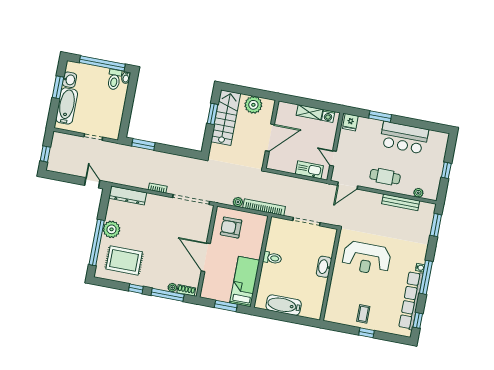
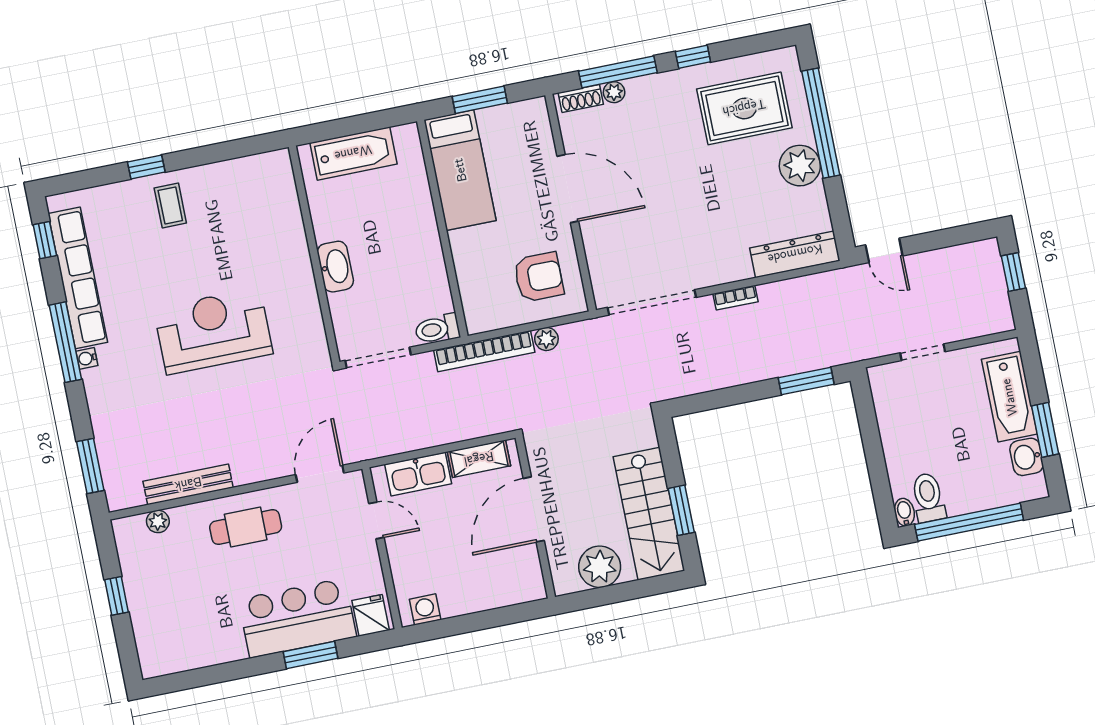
shelving: (309, 112) -> (479, 459), moved
bar counter: (404, 138) -> (297, 618), moved
toilet: (272, 258) -> (437, 329), moved
washbasin: (324, 267) -> (335, 267), moved
wall: (330, 275) -> (314, 254), moved

